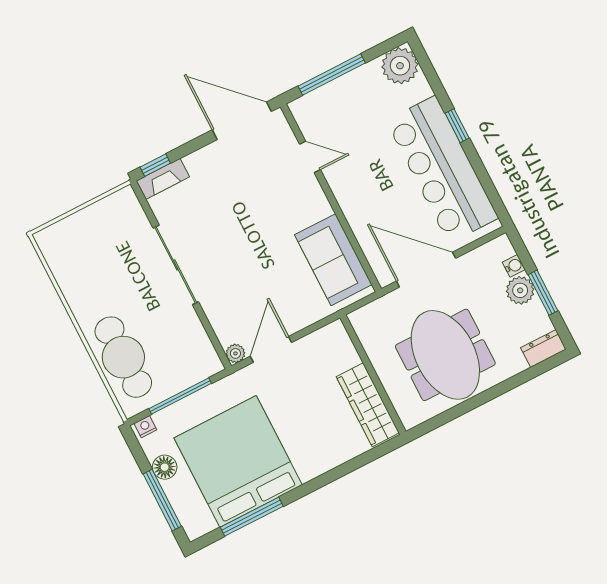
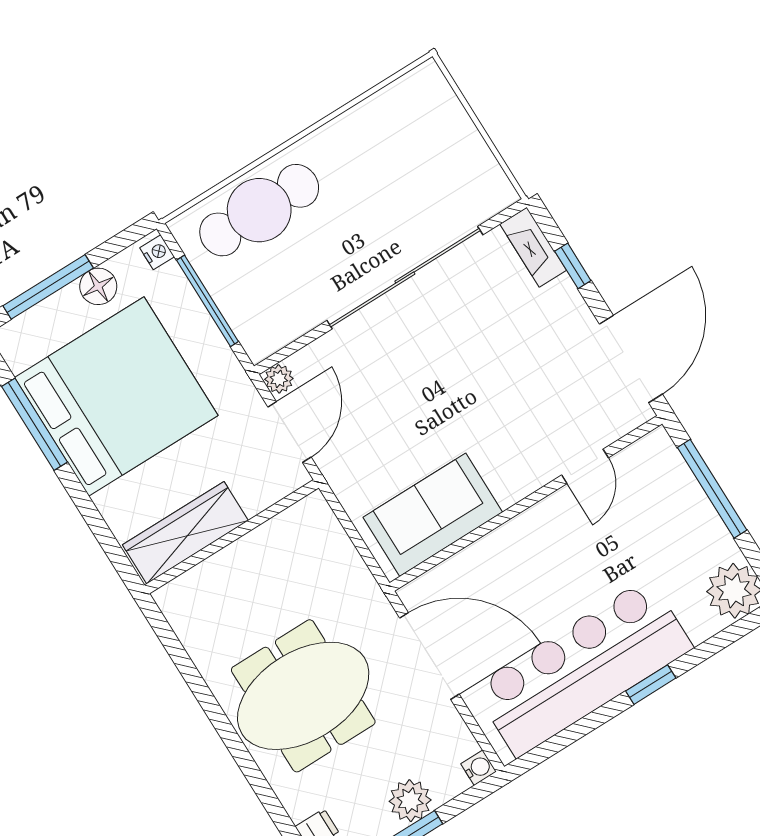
window: (155, 165) -> (573, 266), moved
sliding door: (176, 265) -> (405, 278), width x1.36
water cooler: (514, 266) -> (478, 768), moved, turned -90
door: (426, 270) -> (429, 656), hinge flipped
door: (271, 349) -> (289, 432), hinge flipped
wall: (373, 375) -> (232, 537), moved
wardrobe: (368, 405) -> (185, 533), moved

